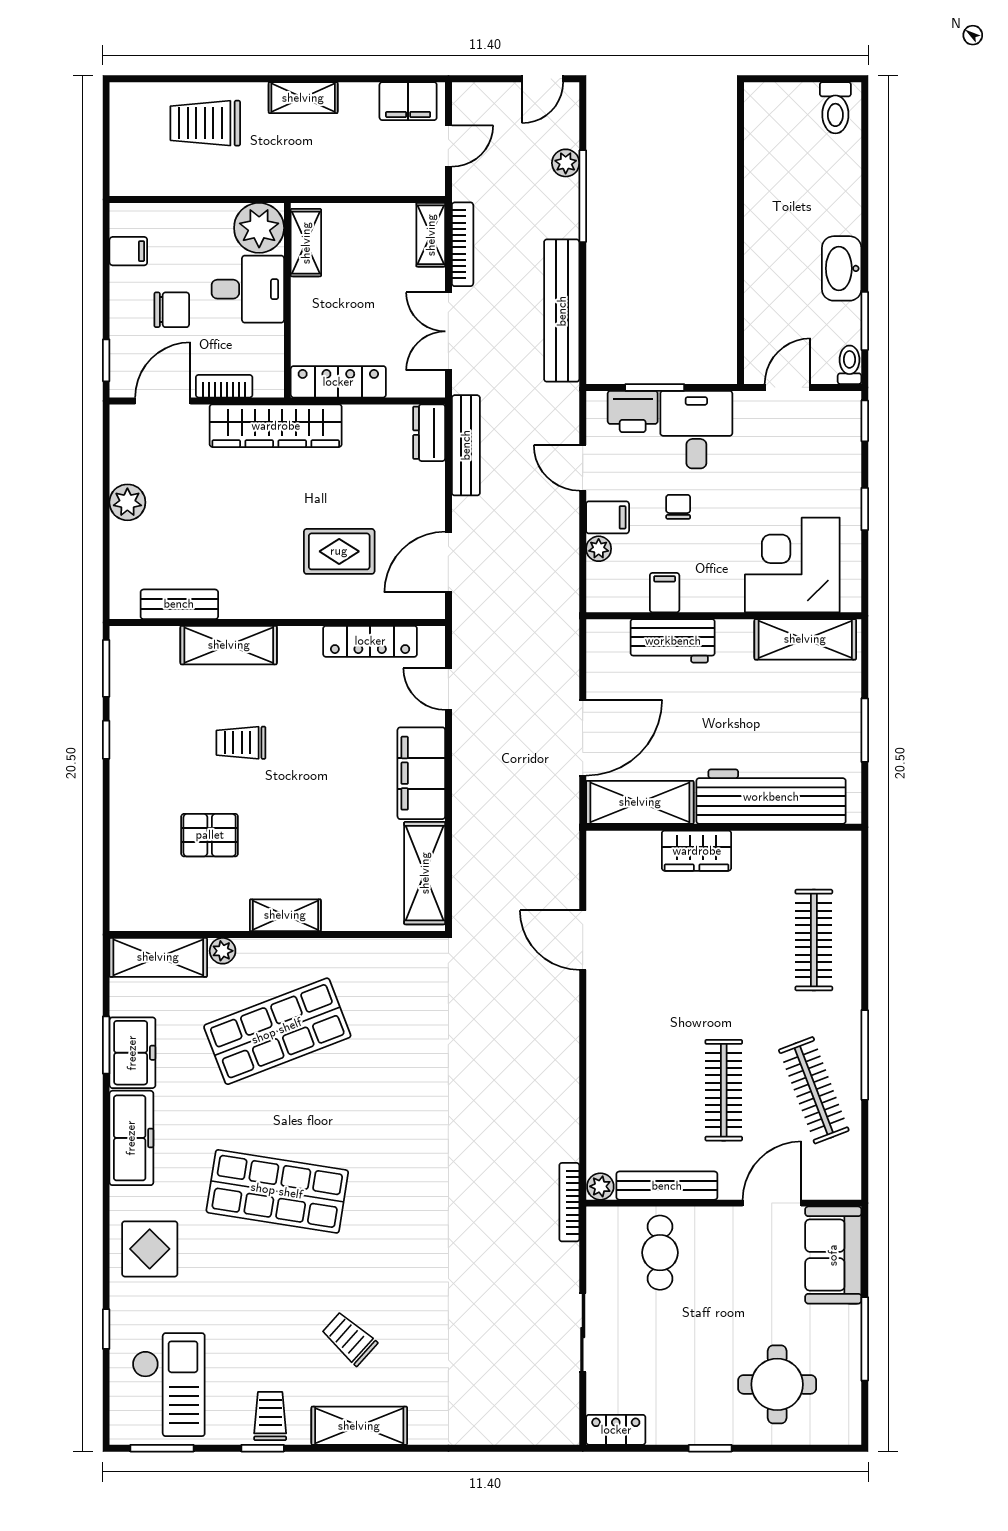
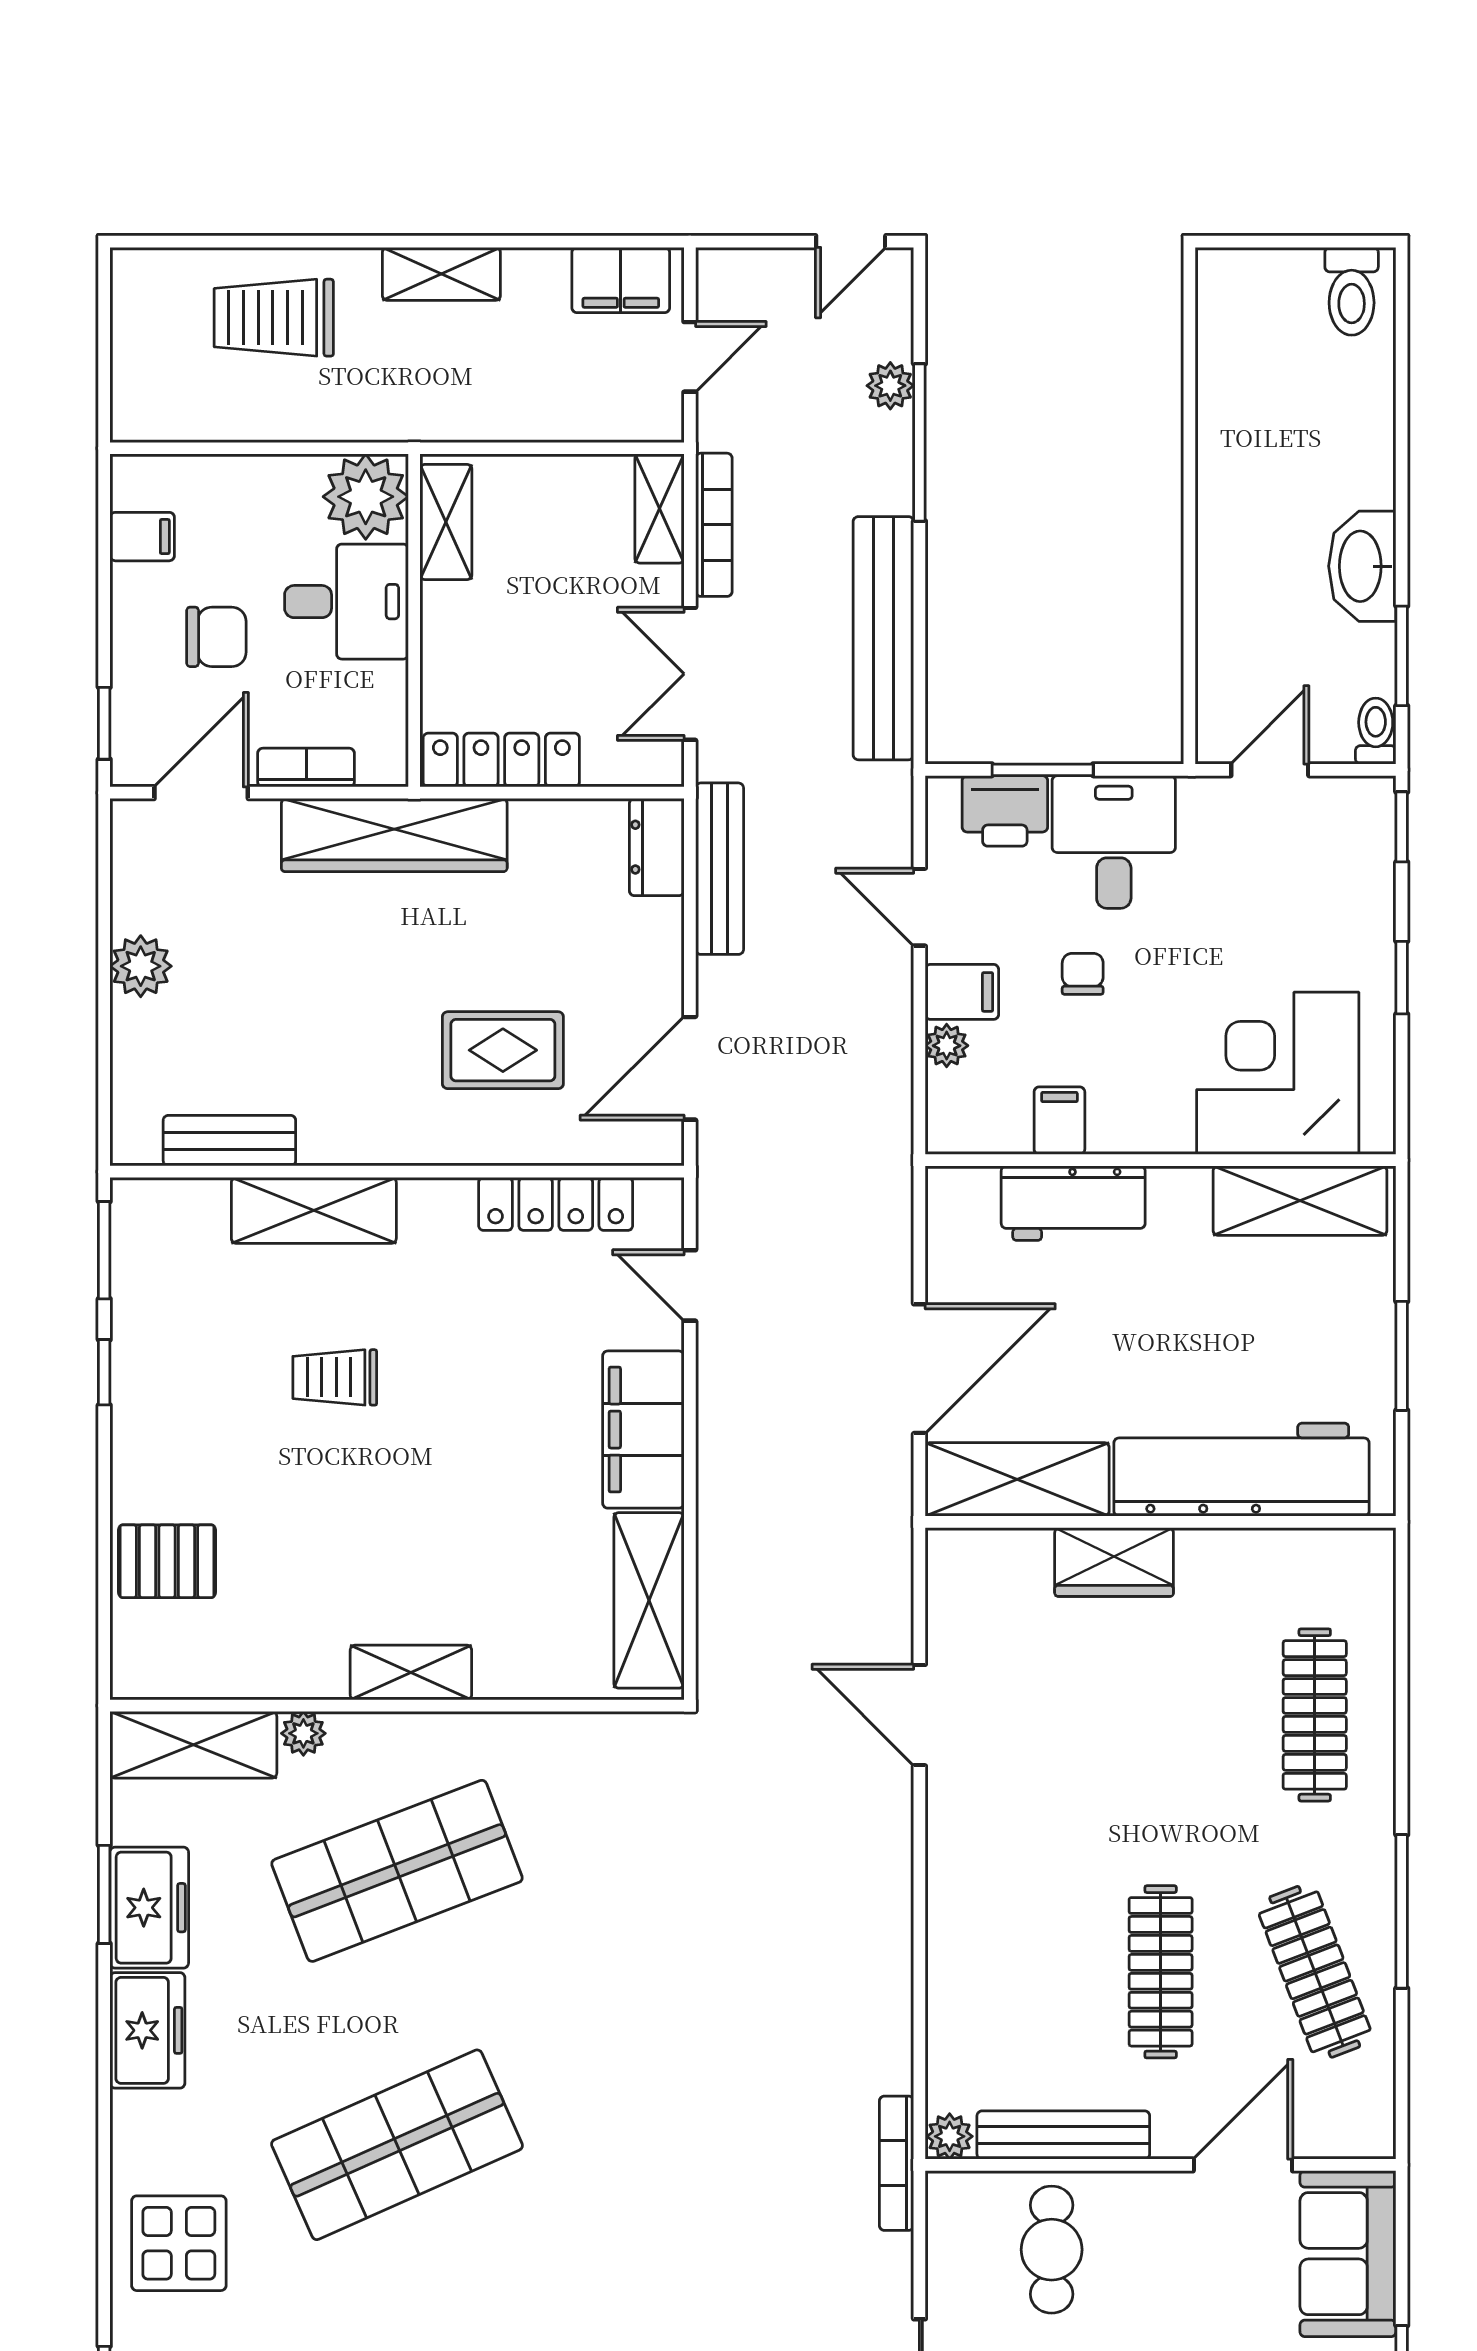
pallet: (210, 835) -> (167, 1561), moved
freezer: (131, 1138) -> (147, 2030), width x0.71
shop shelf: (277, 1191) -> (397, 2145), turned -33

